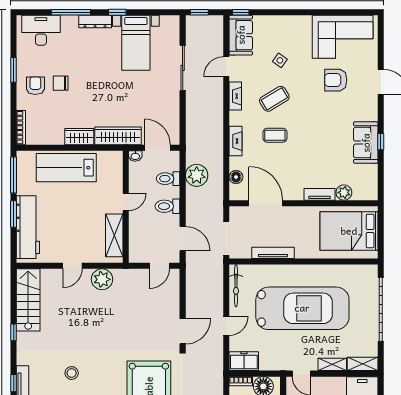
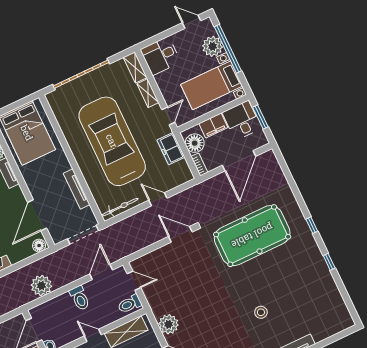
floor lamp: (236, 177) -> (39, 246), moved
toilet: (168, 179) -> (130, 304), moved, turned 90
freezer: (244, 361) -> (171, 149), moved

